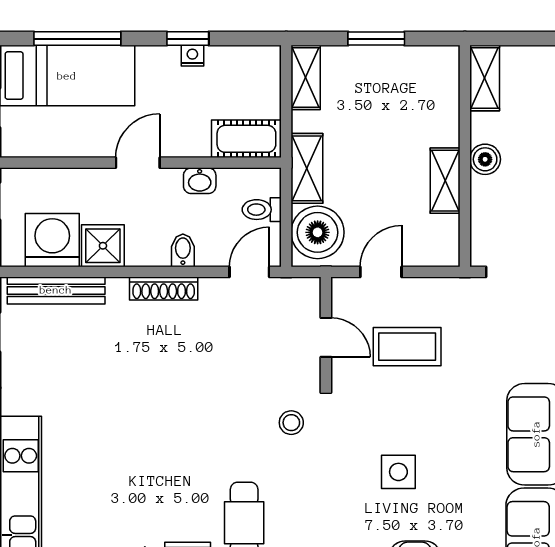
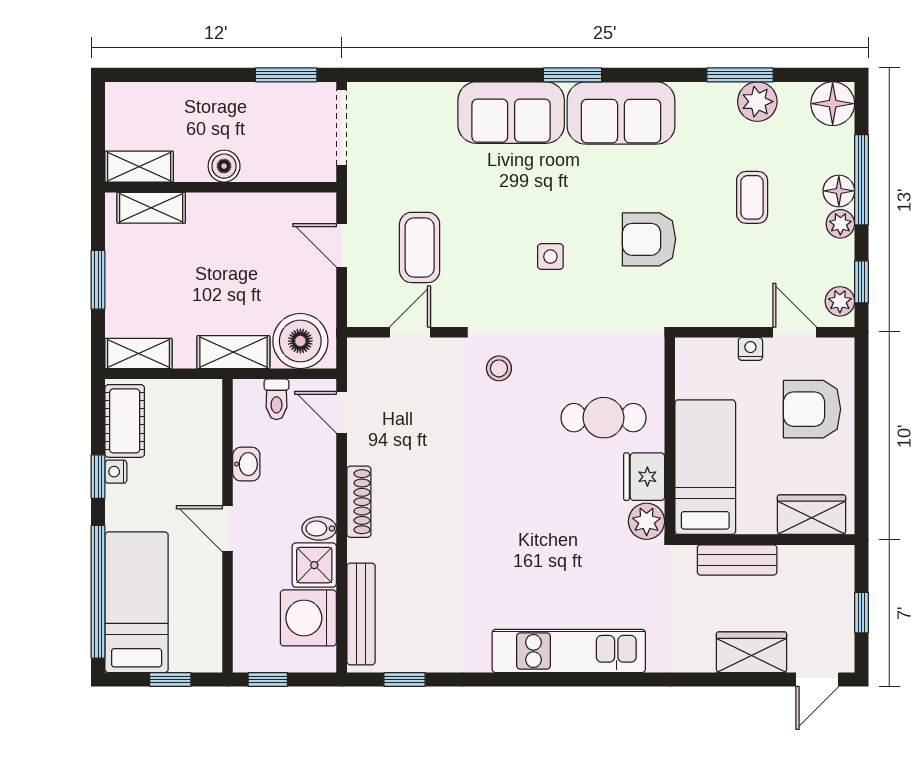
window: (77, 39) -> (98, 592), width x1.46
cot: (246, 139) -> (125, 421), moved
shelving: (445, 181) -> (151, 208), moved
bidet: (183, 250) -> (319, 528), moved
door: (381, 272) -> (342, 245), moved
side table: (398, 472) -> (550, 257), width x0.73, depth x0.73

